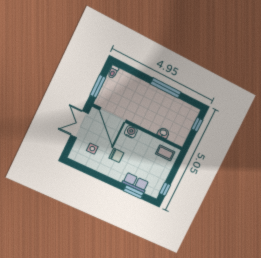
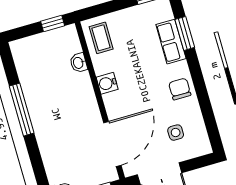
window: (197, 124) -> (53, 23), moved
water cooler: (131, 132) -> (107, 83), moved
chair: (116, 155) -> (180, 89), moved

